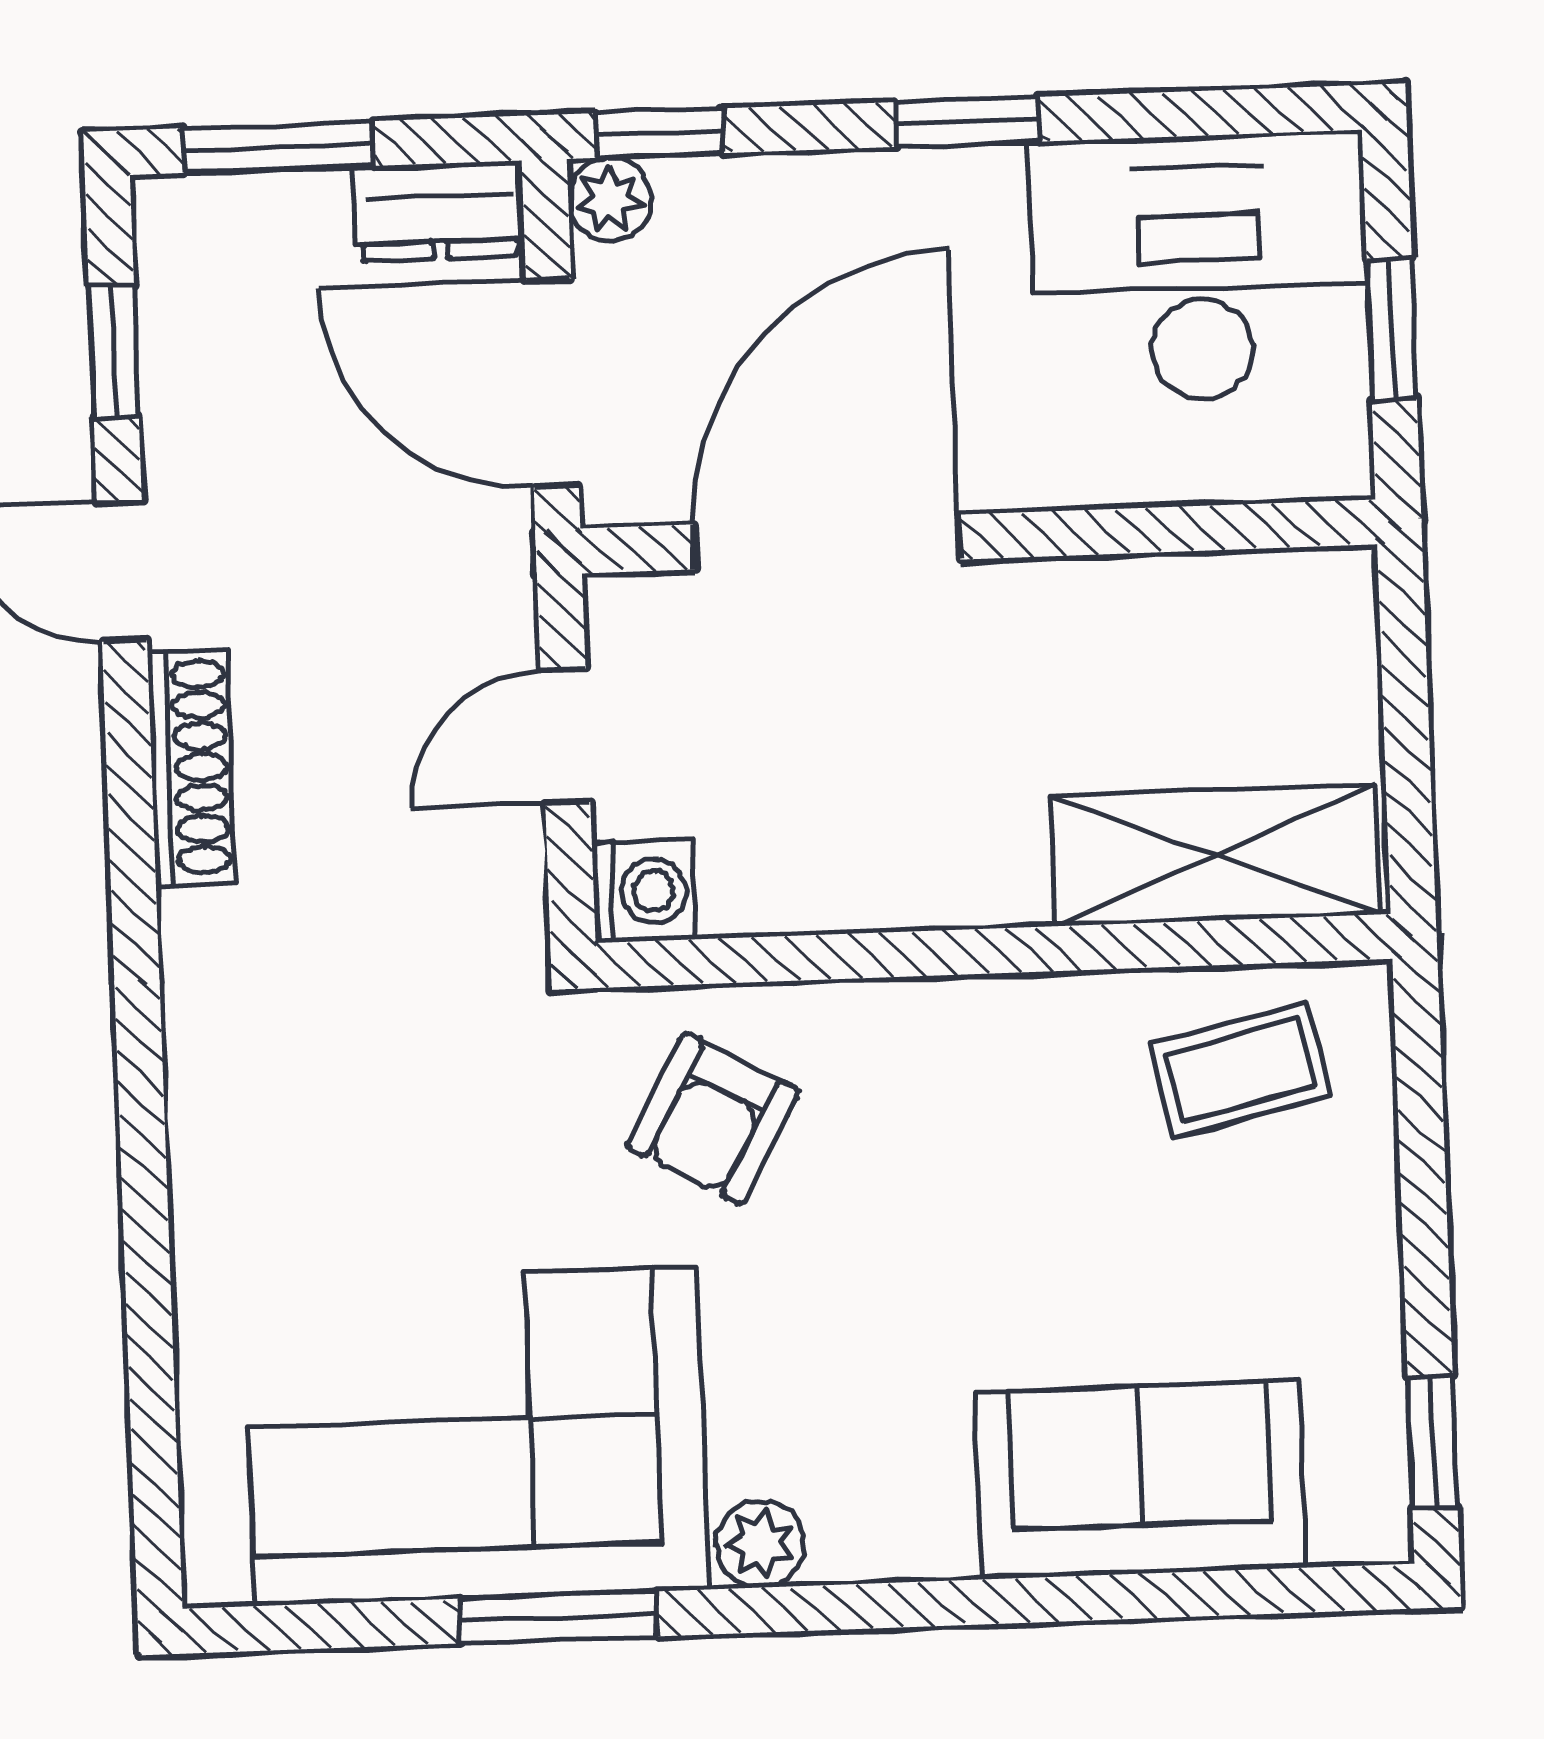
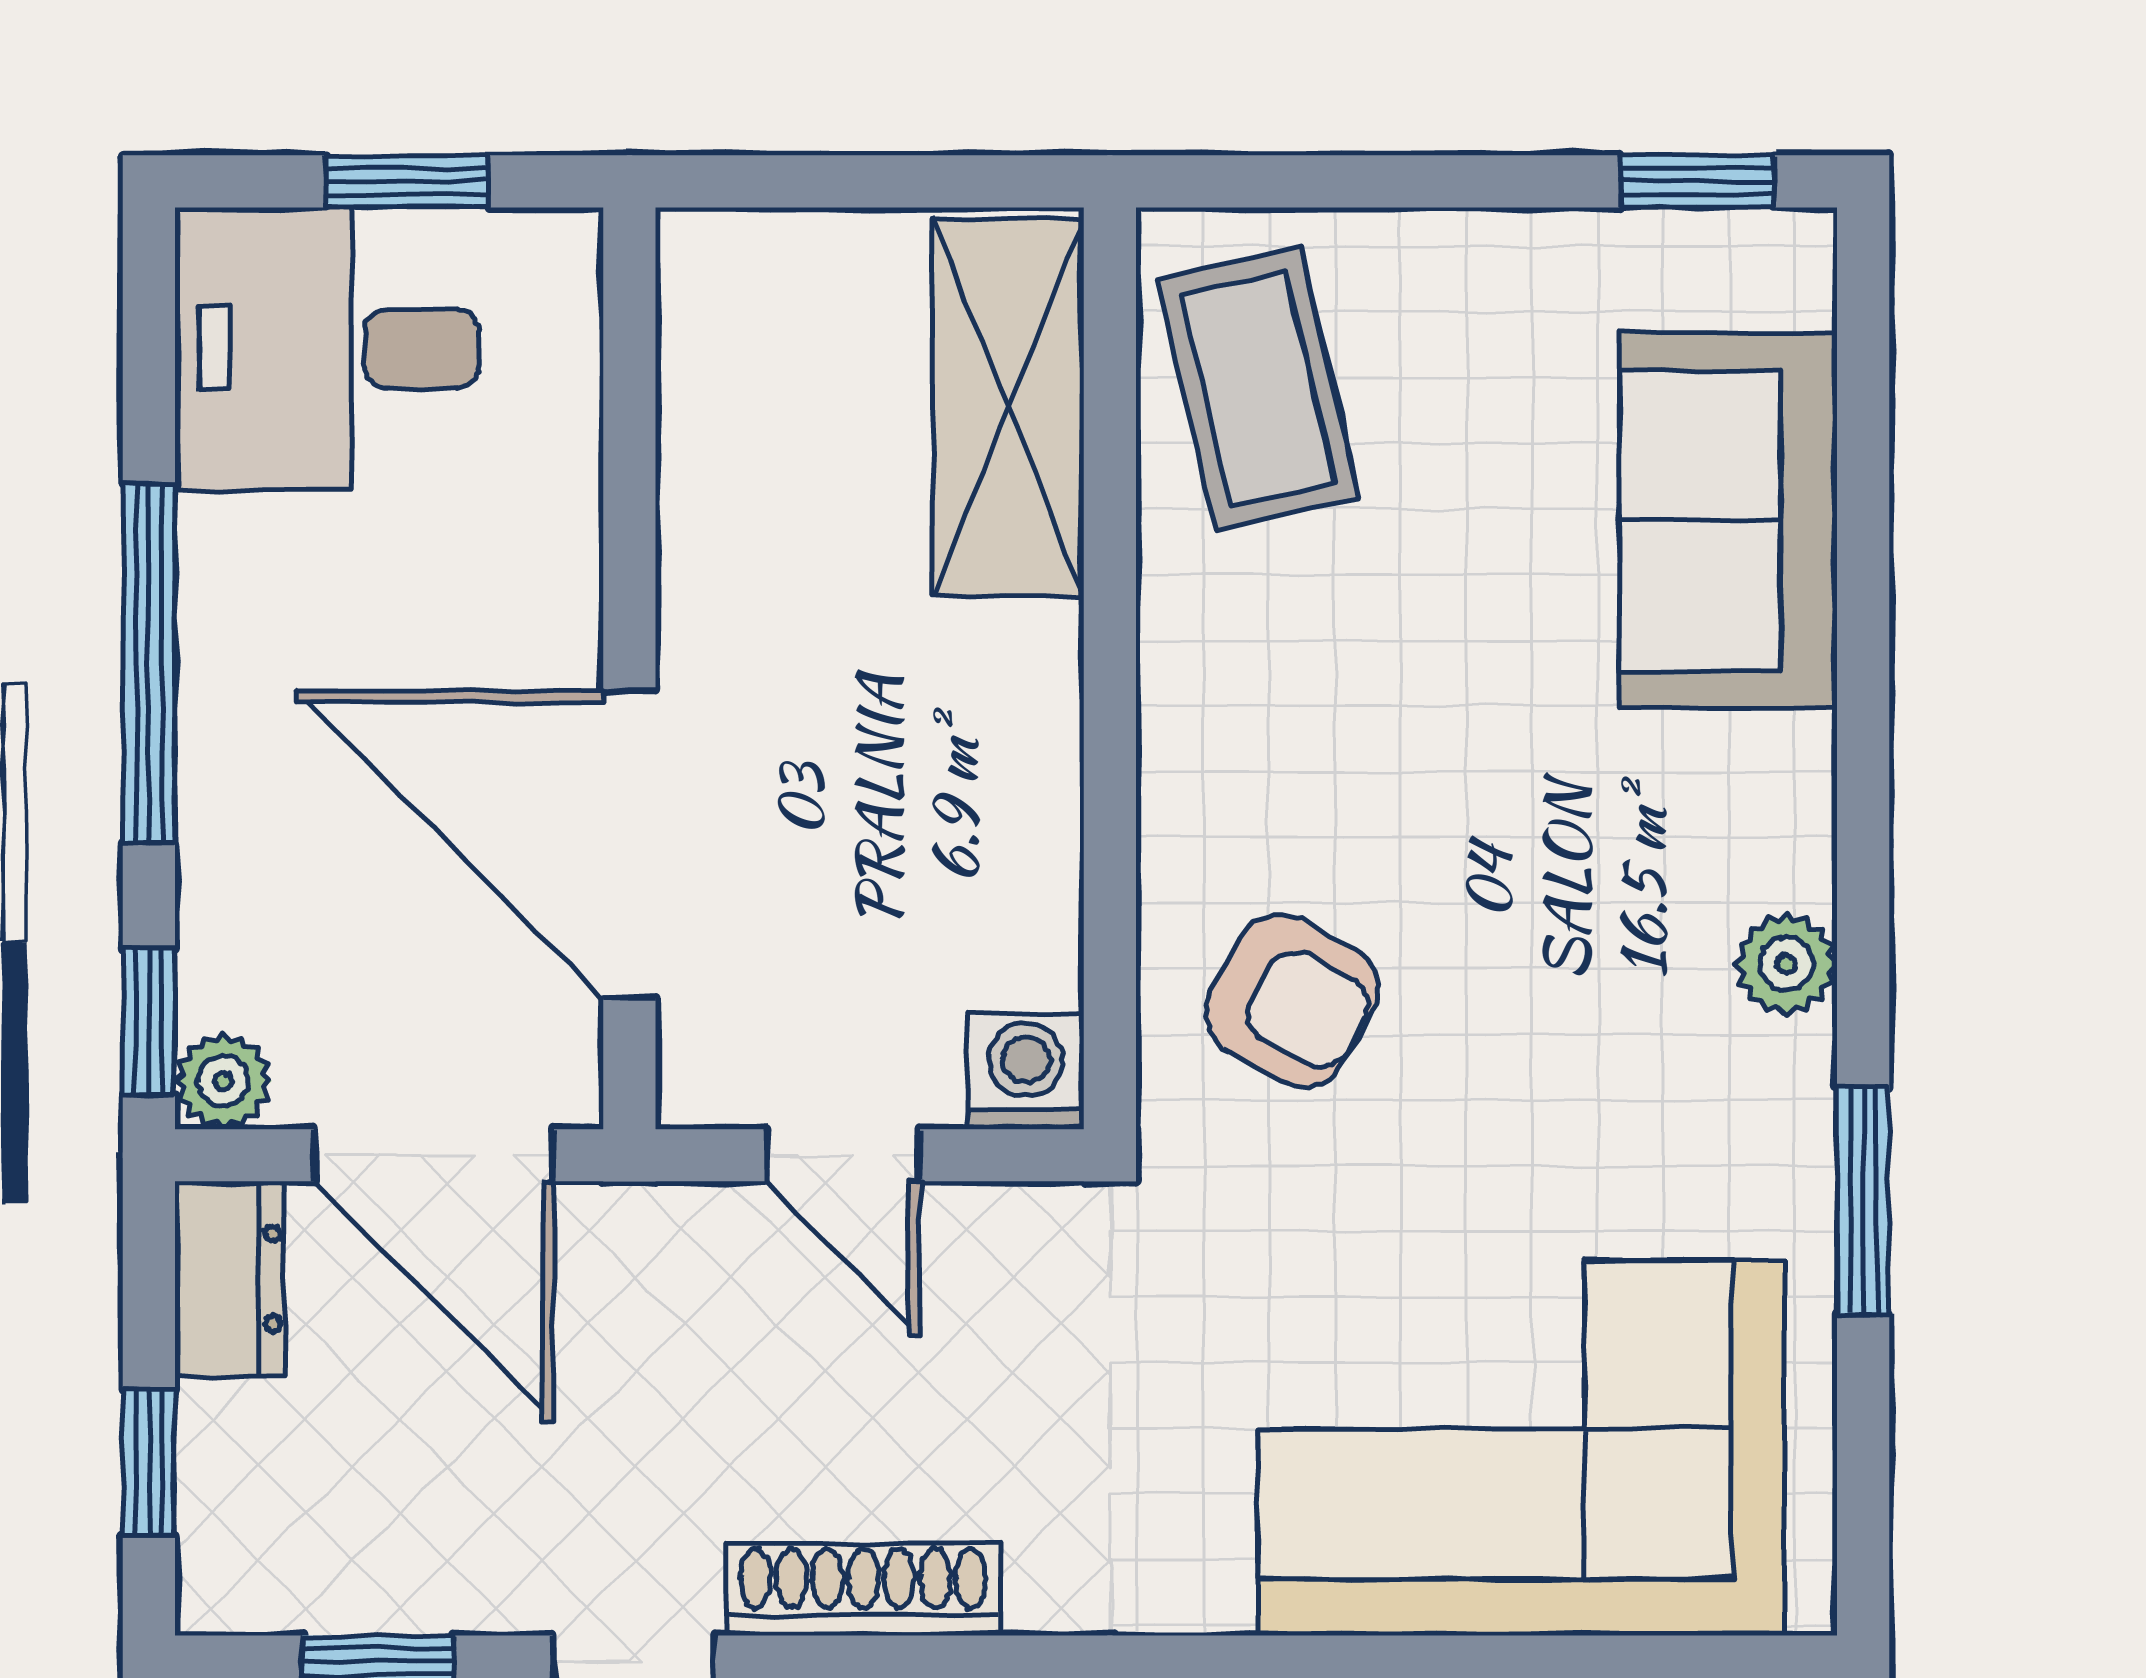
window: (968, 122) -> (149, 663), width x2.17
window: (278, 147) -> (149, 1462), width x0.67
desk: (1199, 267) -> (327, 349), width x0.73
door: (552, 383) -> (434, 1155), hinge flipped
coffee table: (1240, 1070) -> (1258, 389), width x1.36, depth x1.30
corner sofa: (476, 1436) -> (1521, 1448), moved, turned 90

